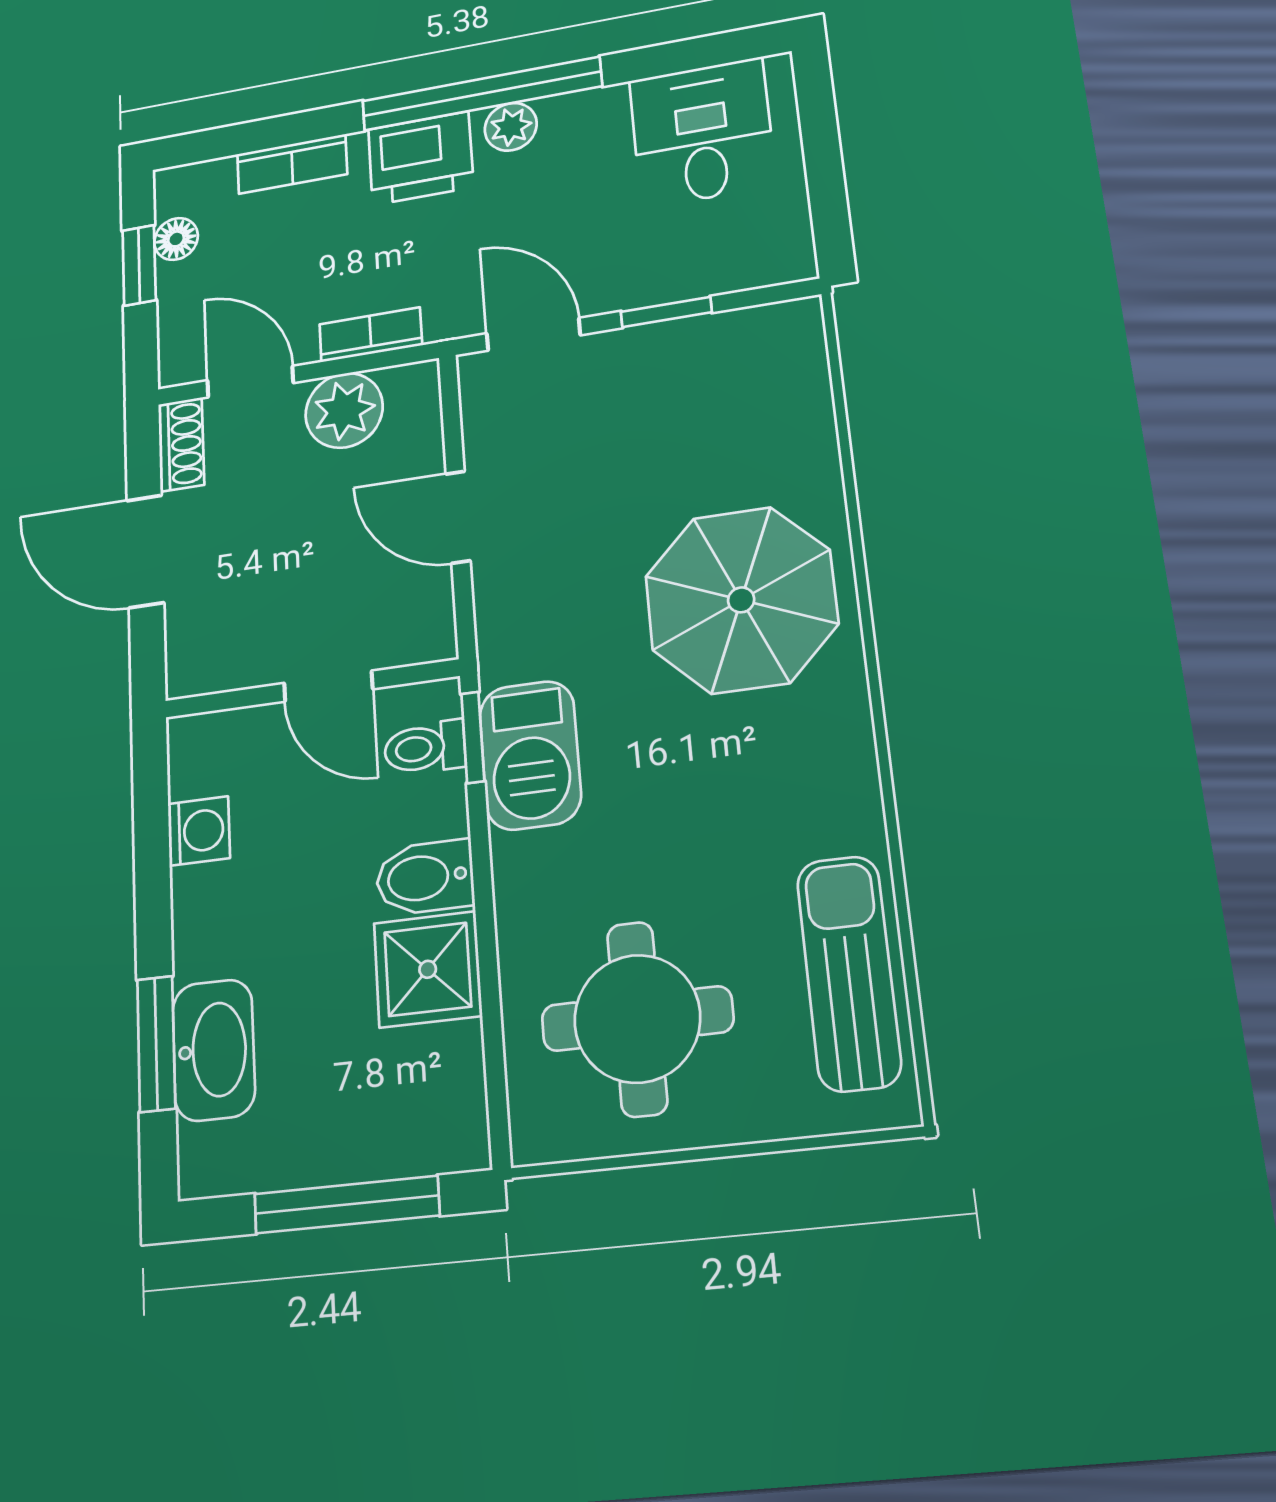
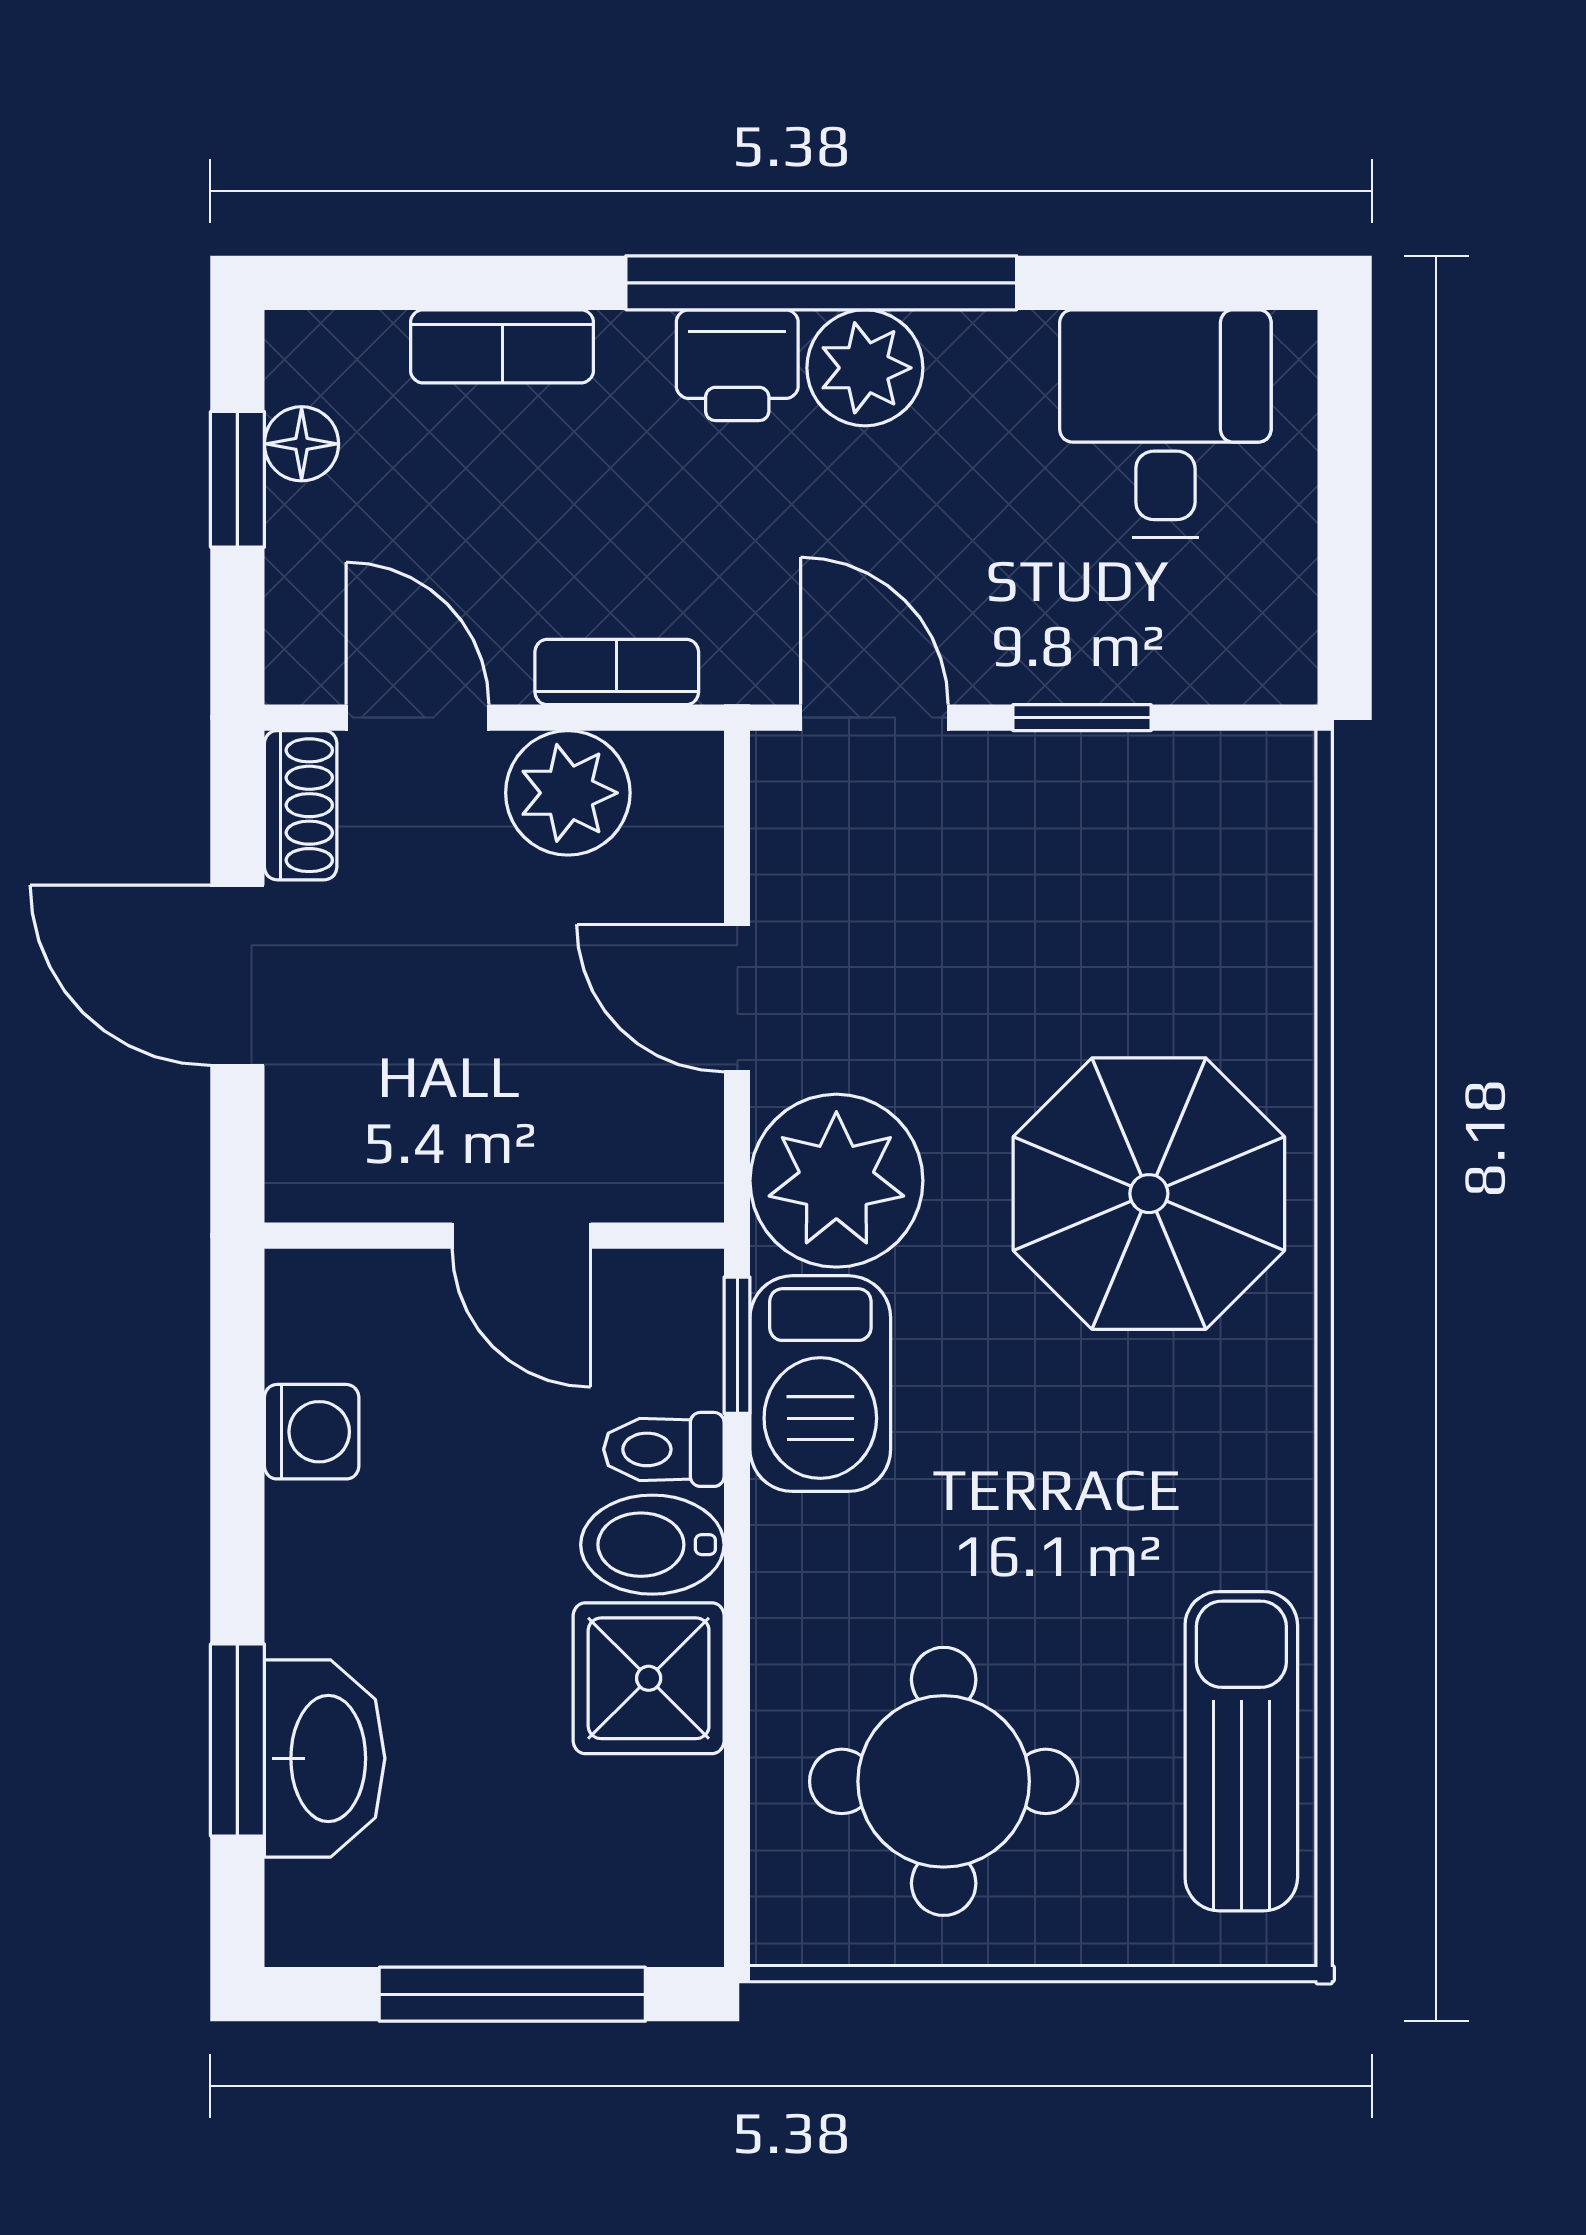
plant: (511, 127) -> (865, 368), width x1.38, depth x1.38
printer: (421, 158) -> (737, 365), width x0.73, depth x0.81
plant: (531, 622) -> (836, 1181), added
toilet: (425, 748) -> (664, 1449), moved

